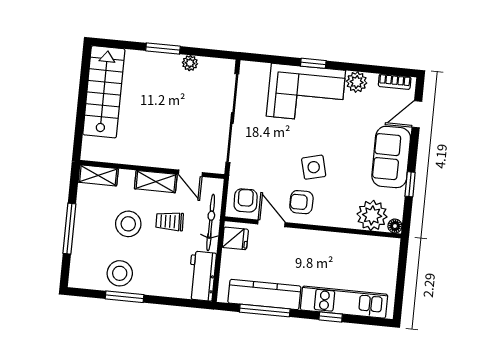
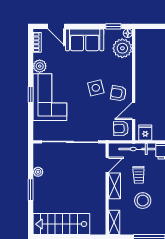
window: (410, 184) -> (113, 26), moved
armchair: (301, 202) -> (118, 93), turned 99

